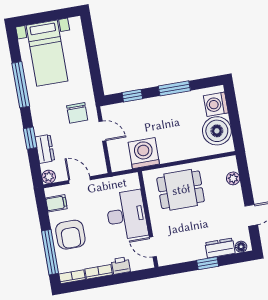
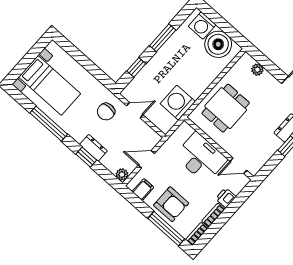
chair: (77, 113) -> (106, 112), turned 90
dresser: (45, 149) -> (93, 148), moved

